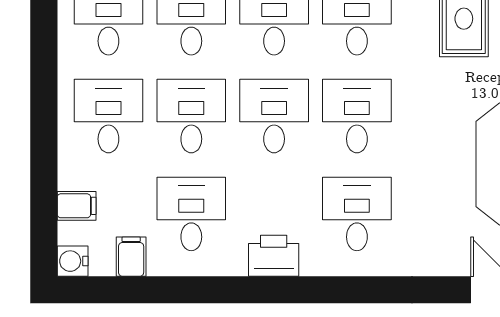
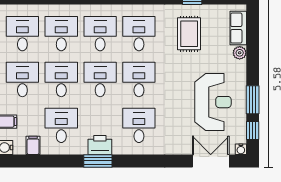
window: (269, 290) -> (98, 161), added

